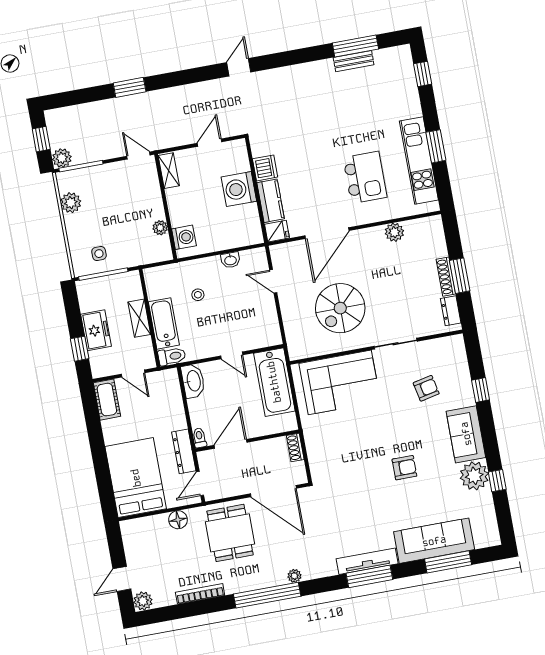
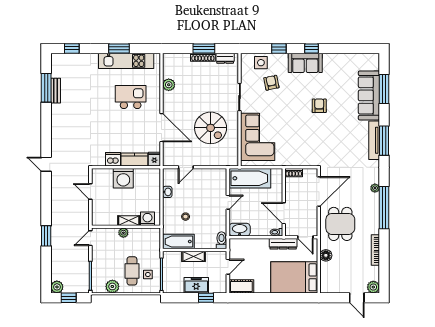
plant: (62, 158) -> (57, 287), moved
shelving: (169, 171) -> (129, 221), moved
cafe table: (100, 228) -> (132, 271), added
plant: (160, 228) -> (123, 233), moved
bathtub: (164, 323) -> (179, 241), moved
side table: (454, 367) -> (261, 63), added
plant: (474, 476) -> (332, 62), removed
window: (497, 481) -> (312, 48), moved
dining table: (230, 533) -> (340, 224), turned 90

